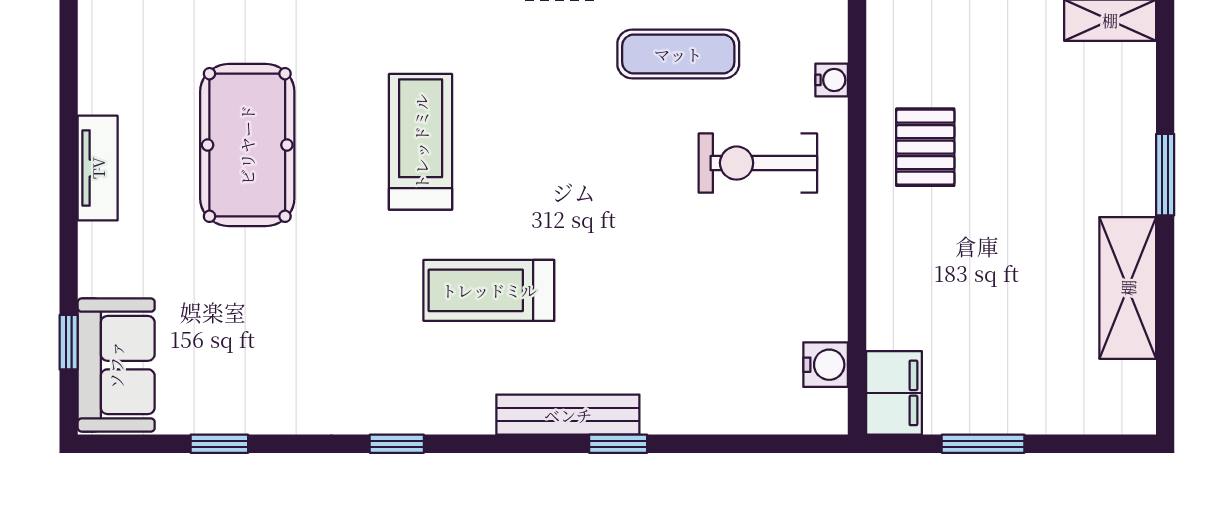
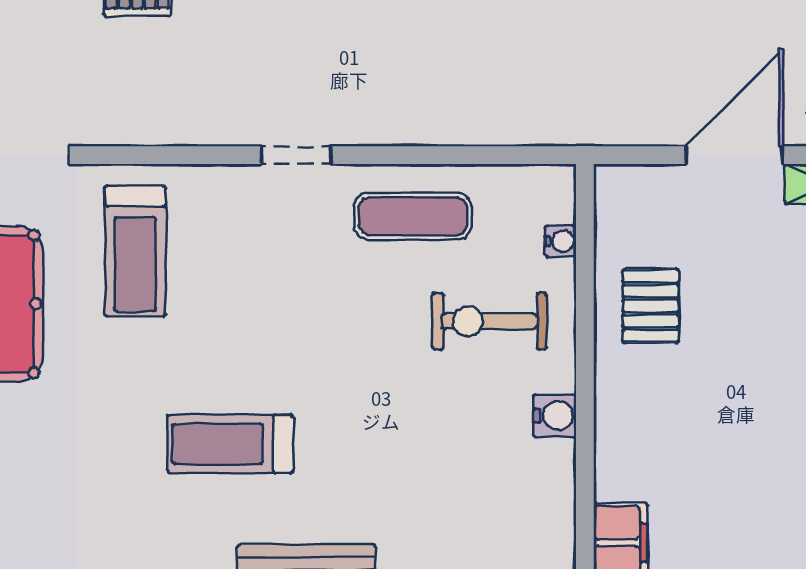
treadmill: (421, 142) -> (135, 251), moved, turned 180
water cooler: (826, 365) -> (555, 416), moved

